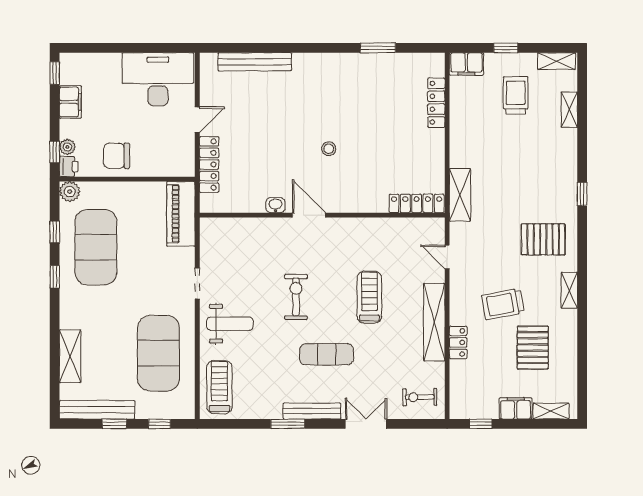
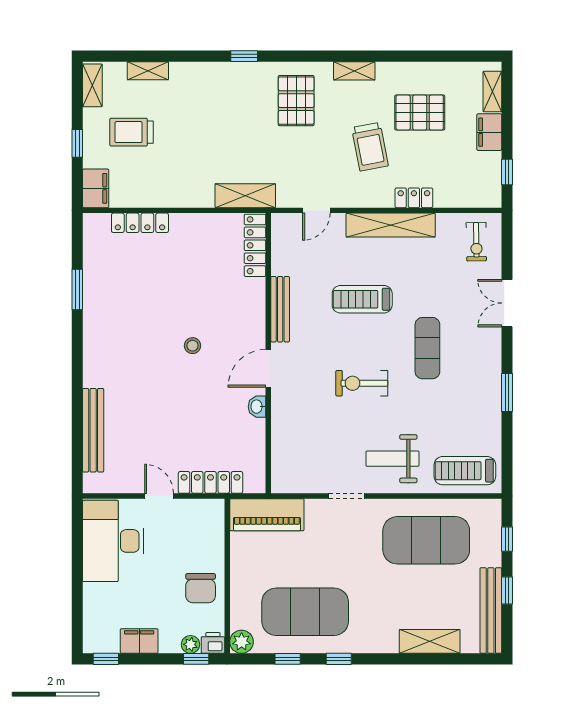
weight bench: (230, 324) -> (393, 459), turned -90
bench: (312, 411) -> (280, 309), moved

